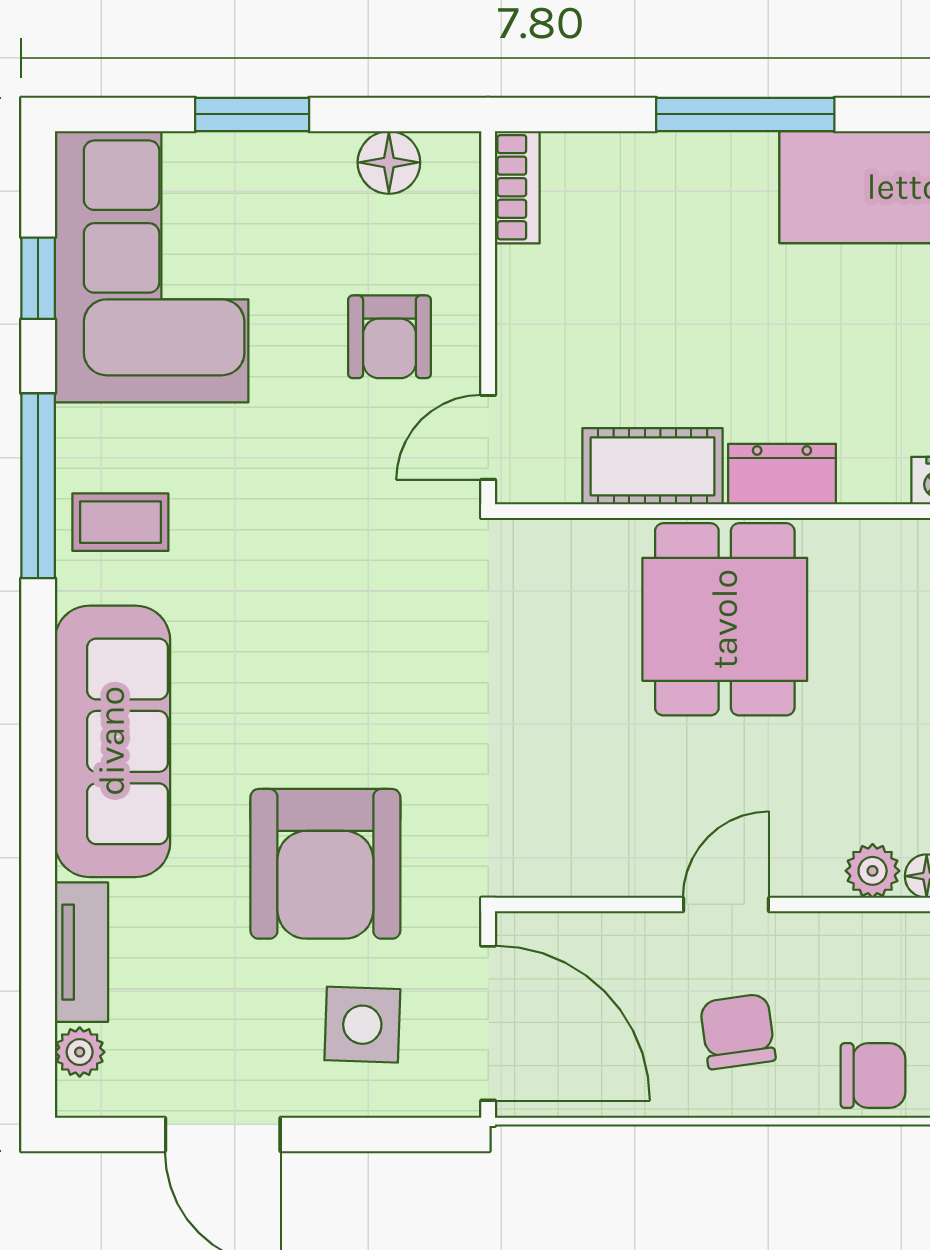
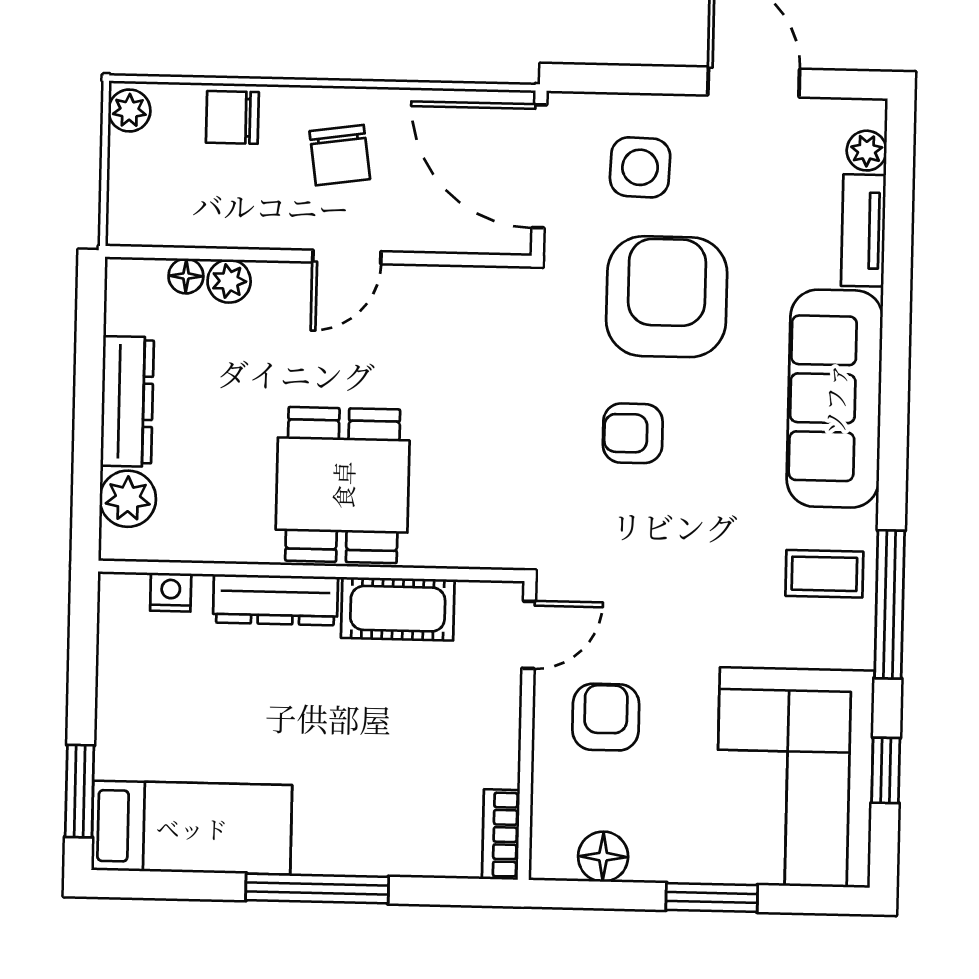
dresser: (782, 474) -> (275, 600), width x1.44
armchair: (364, 692) -> (633, 433), added

